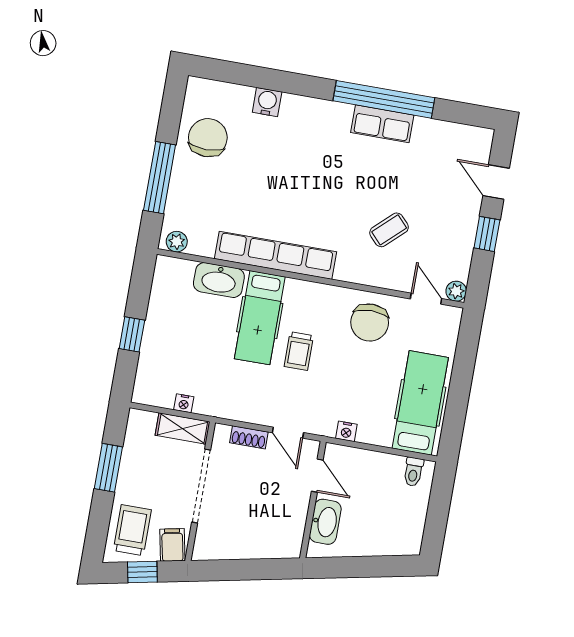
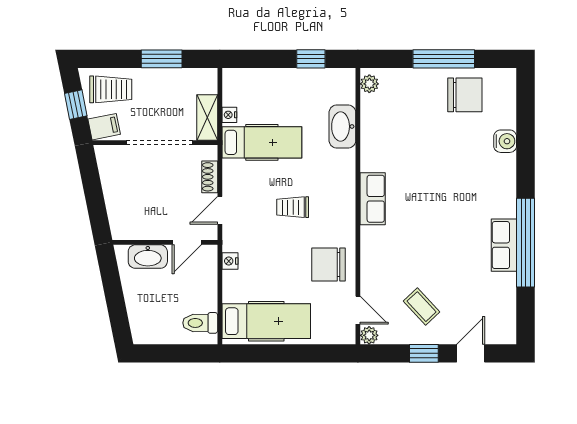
window: (160, 178) -> (444, 59), moved
coffee table: (389, 230) -> (422, 307), moved
row of seats: (275, 255) -> (373, 199), width x0.50
door: (426, 299) -> (358, 310), hinge flipped
hospital bed: (260, 318) -> (262, 142), moved, turned 180
window: (132, 334) -> (311, 59), moved
toilet: (413, 472) -> (200, 323), width x1.37, depth x1.39

